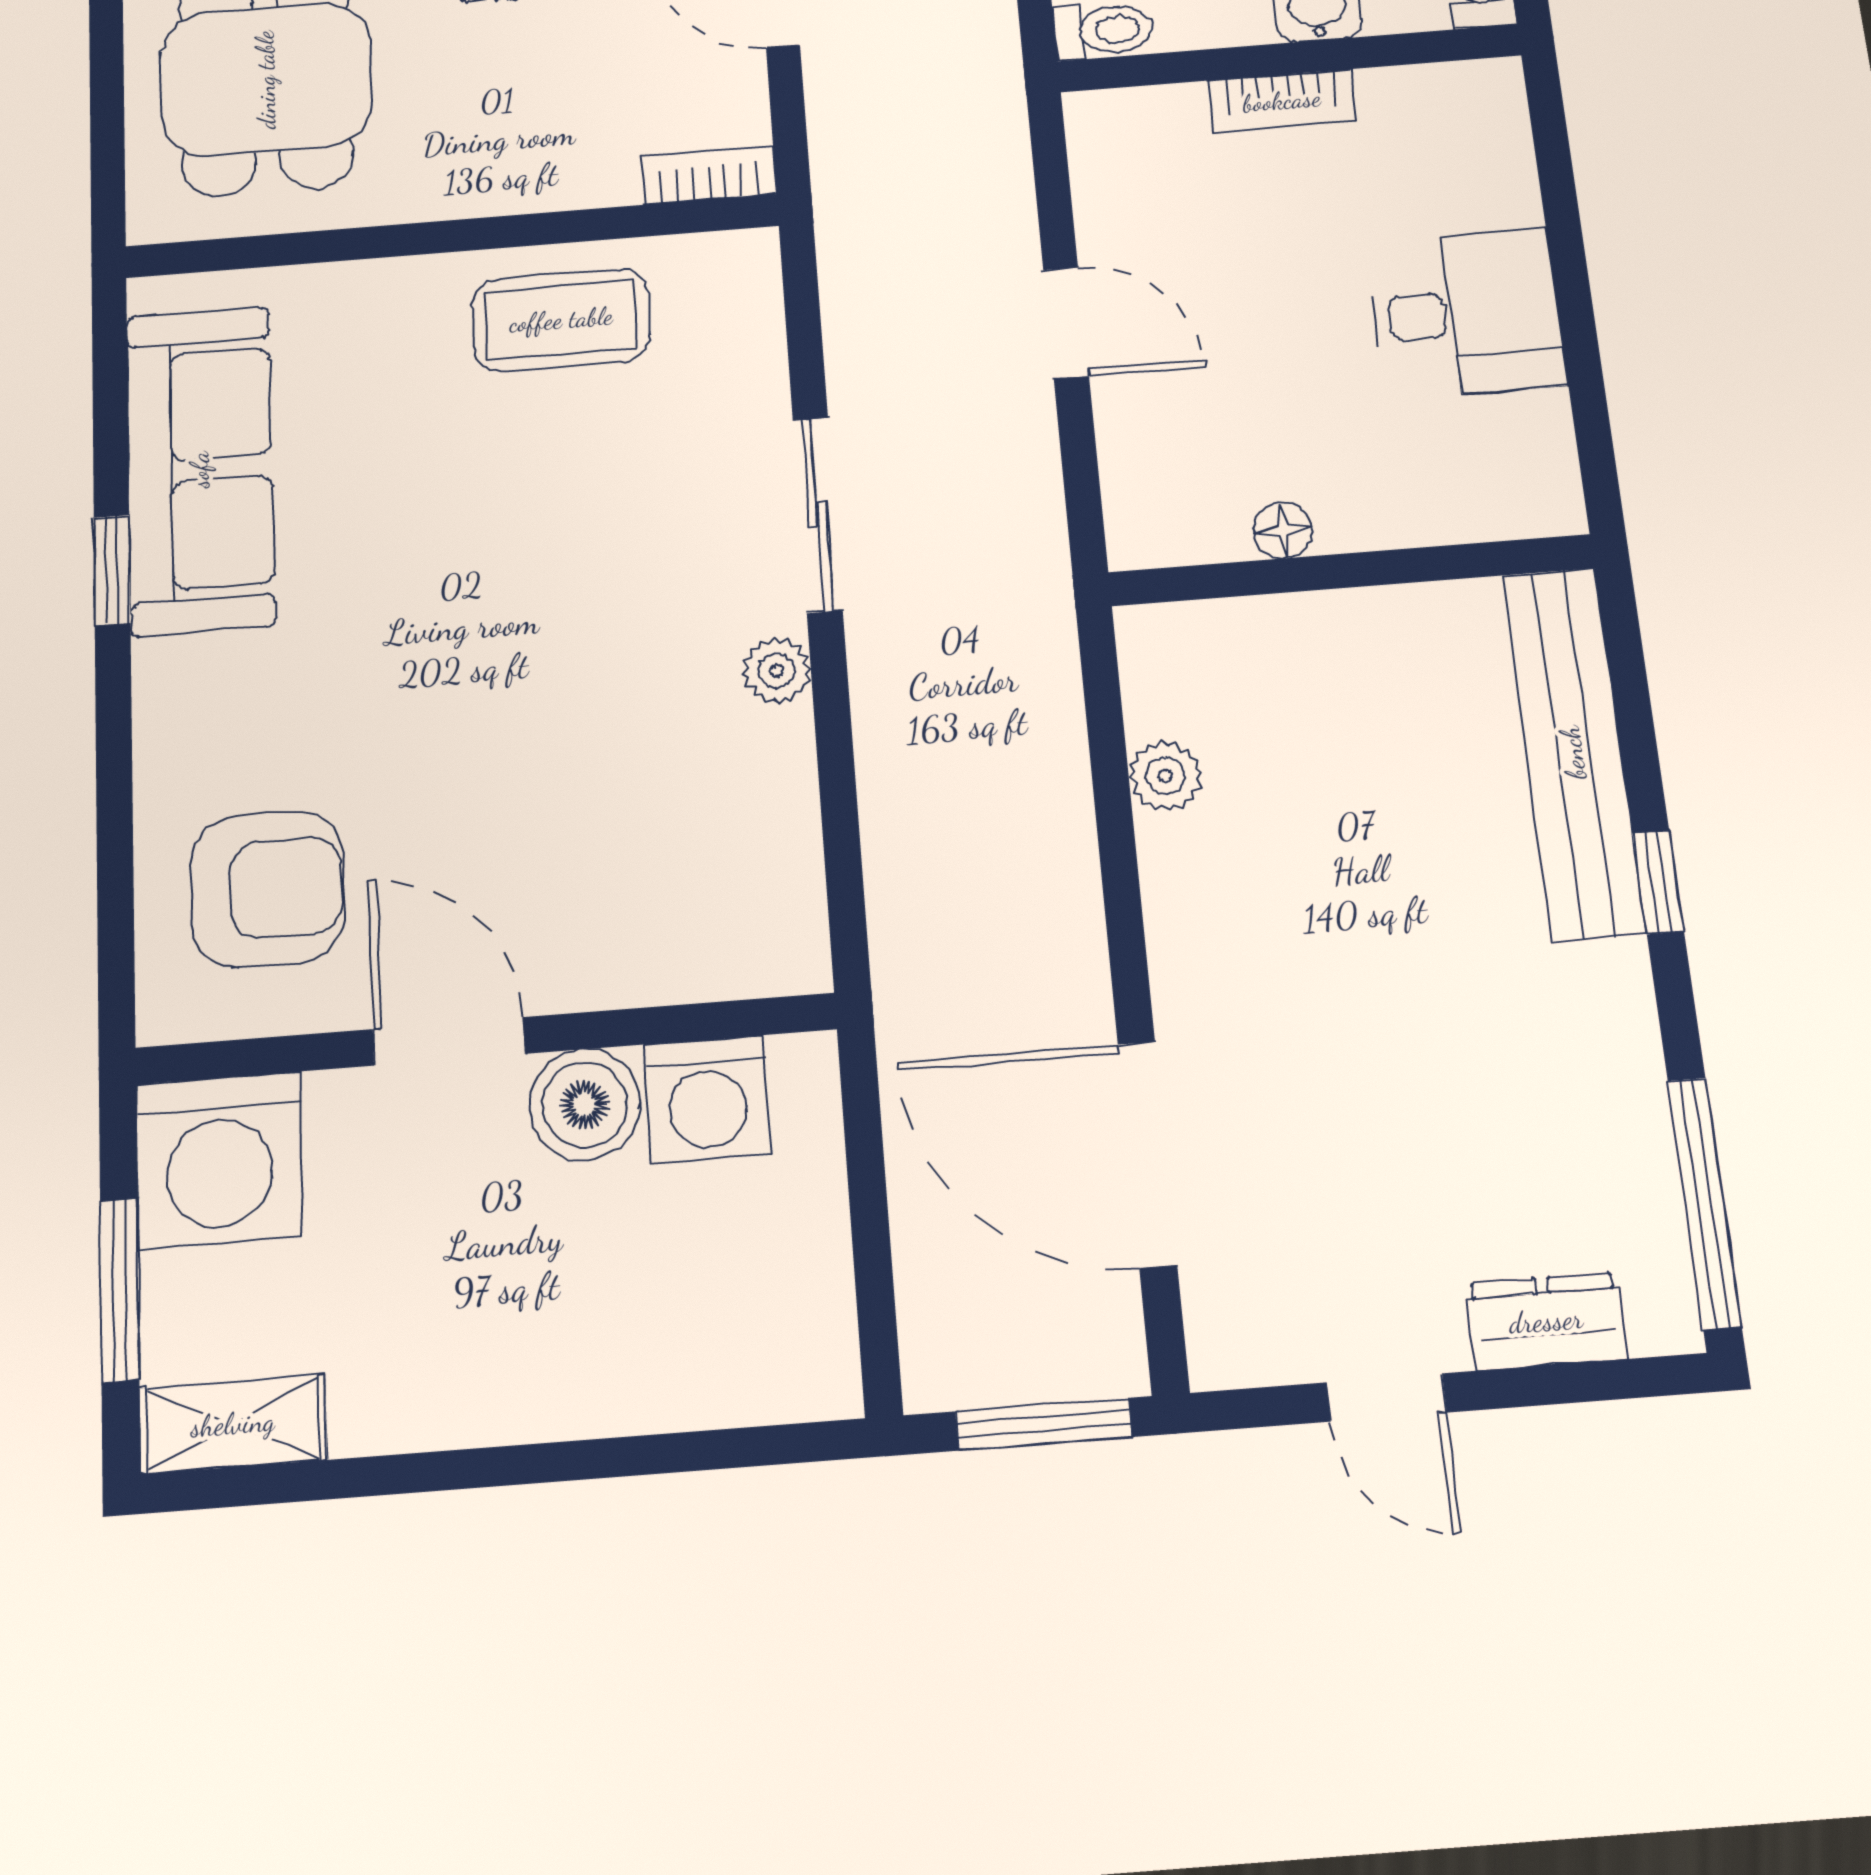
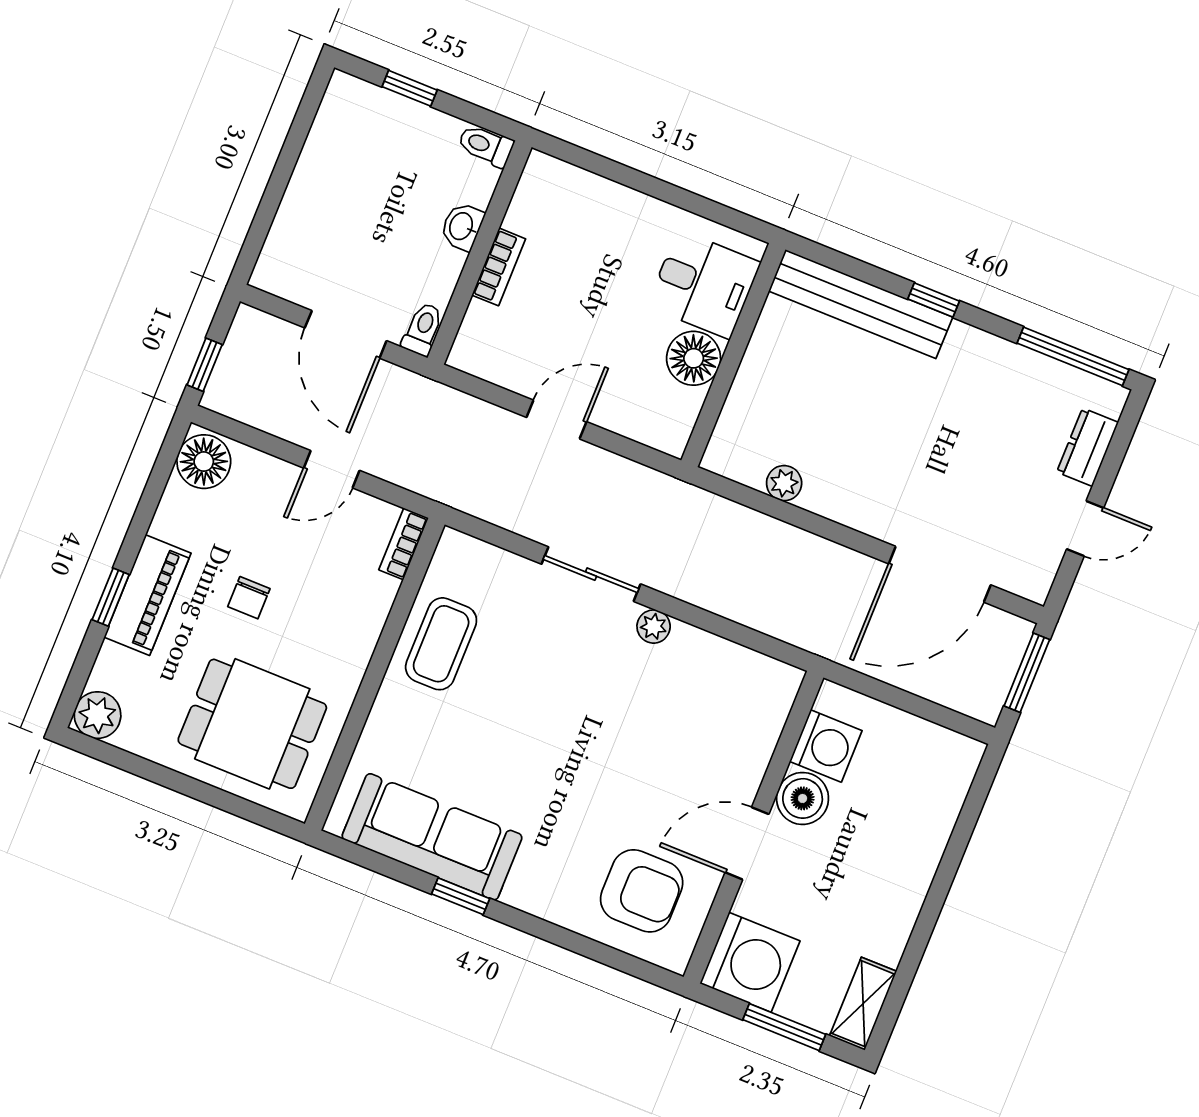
desk: (1466, 313) -> (704, 284), moved, turned 90
floor lamp: (1283, 530) -> (694, 358), width x1.89, depth x1.89
armchair: (268, 889) -> (642, 891), turned 90

